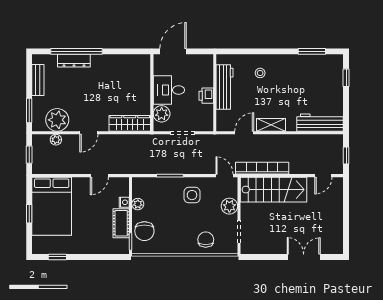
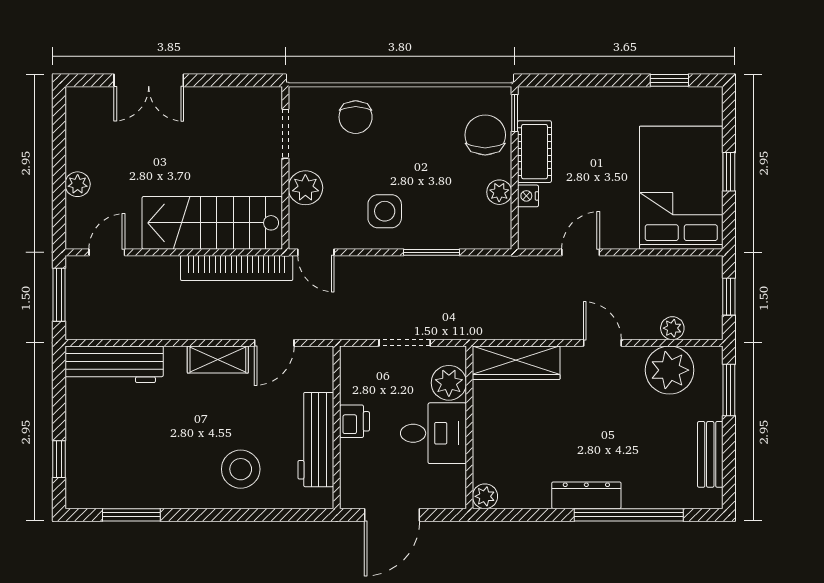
door: (173, 51) -> (392, 515), moved
plant: (145, 60) -> (485, 496), added
dresser: (74, 61) -> (586, 495), moved
stool: (260, 73) -> (241, 469), width x1.89, depth x1.89
door: (89, 133) -> (602, 343), hinge flipped
window: (346, 156) -> (59, 295), width x1.50
plant: (337, 208) -> (78, 184), added

